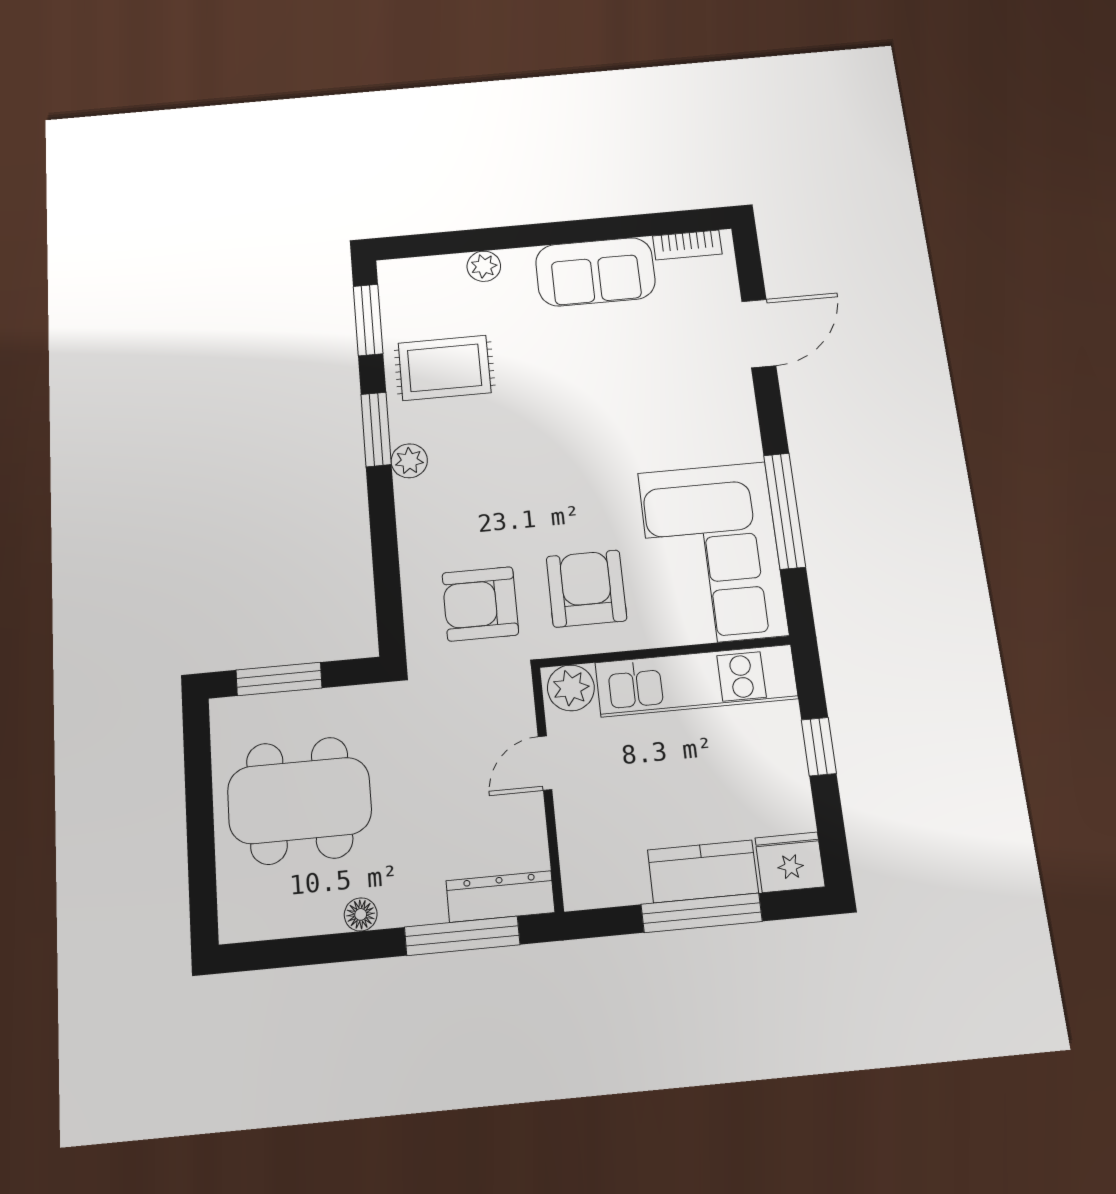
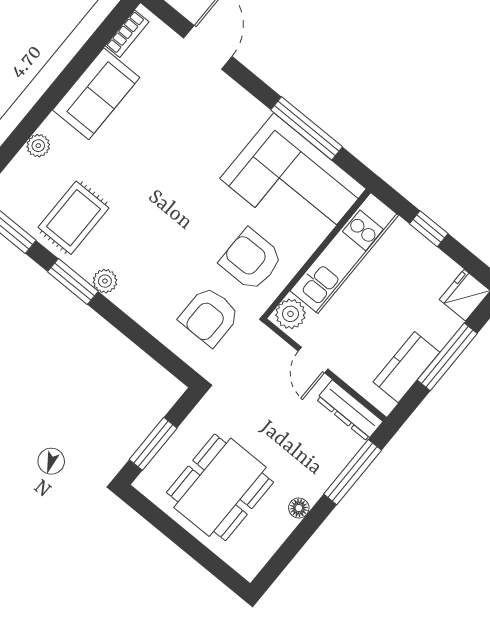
kitchen counter: (703, 871) -> (406, 367), moved
dresser: (500, 897) -> (350, 410), moved, turned -90

